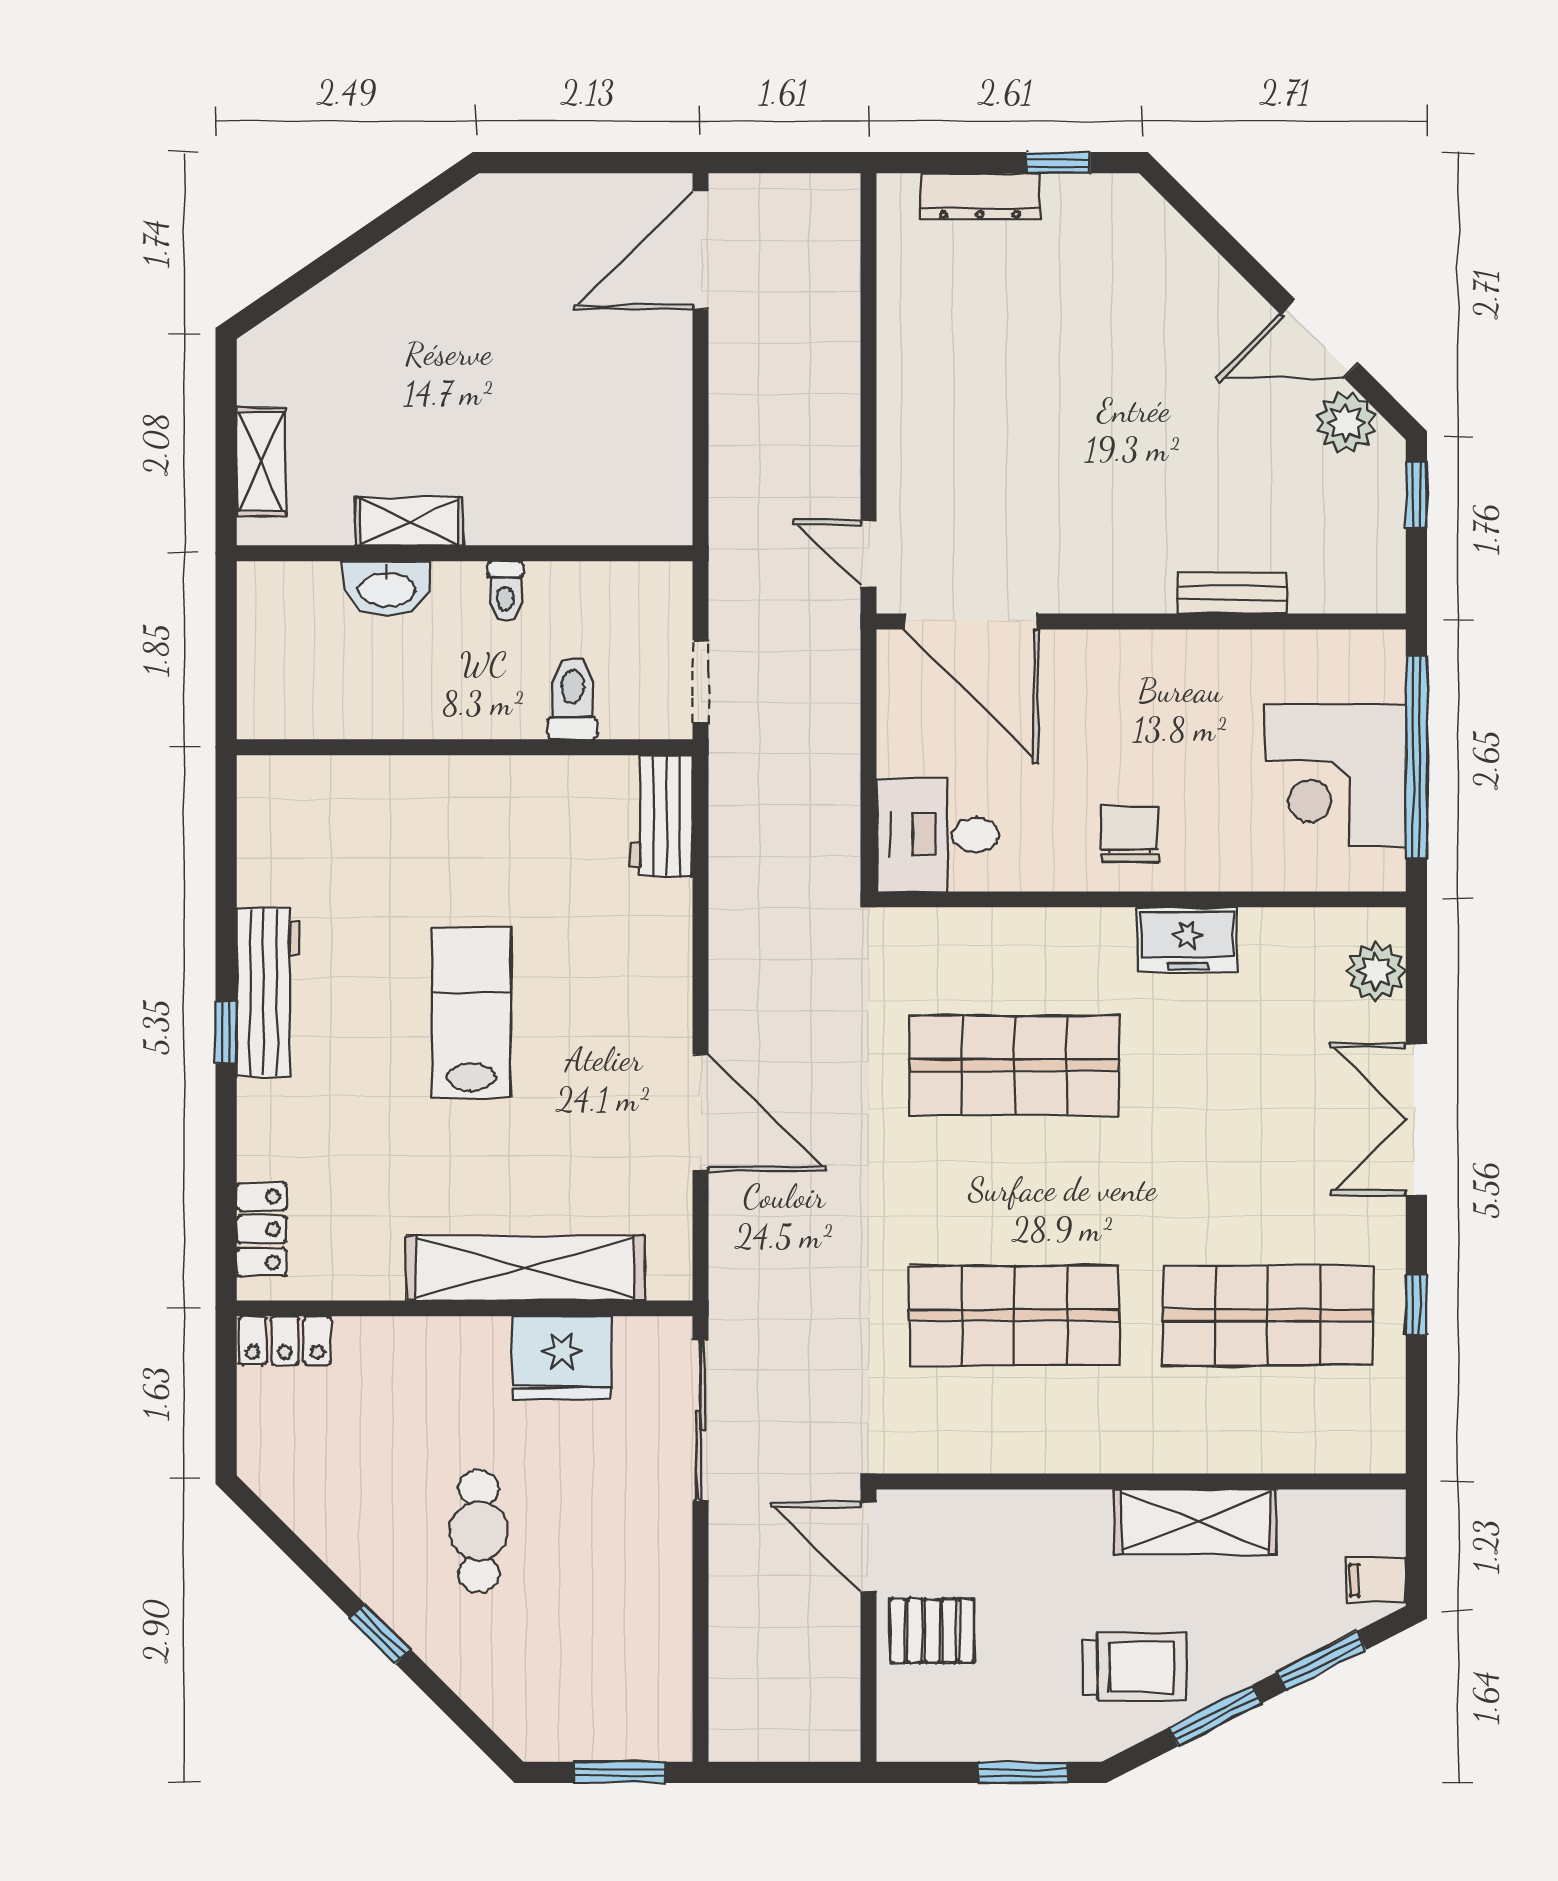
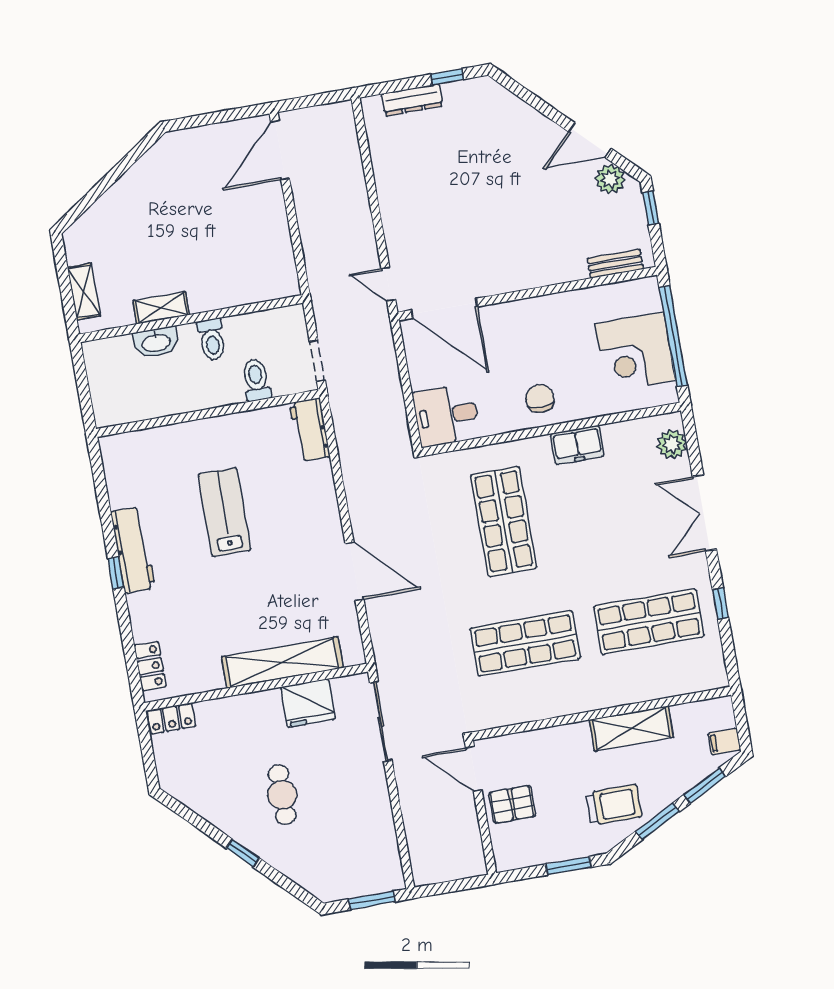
toilet: (505, 591) -> (212, 340), width x1.37, depth x1.39
bench: (1232, 593) -> (615, 264), moved
lab bench: (471, 1012) -> (224, 512), moved
shop shelf: (1014, 1065) -> (504, 521), turned 90

